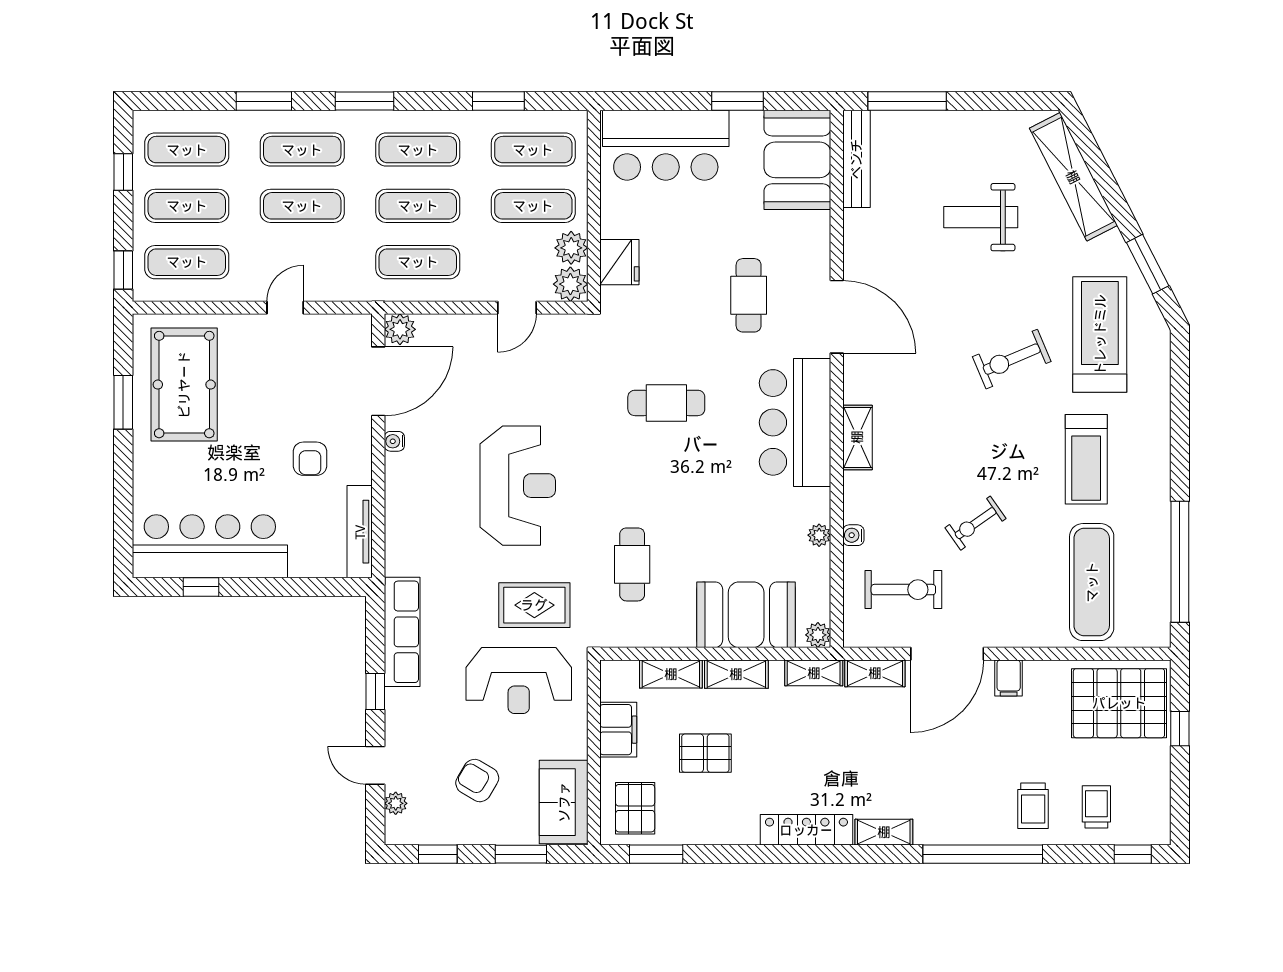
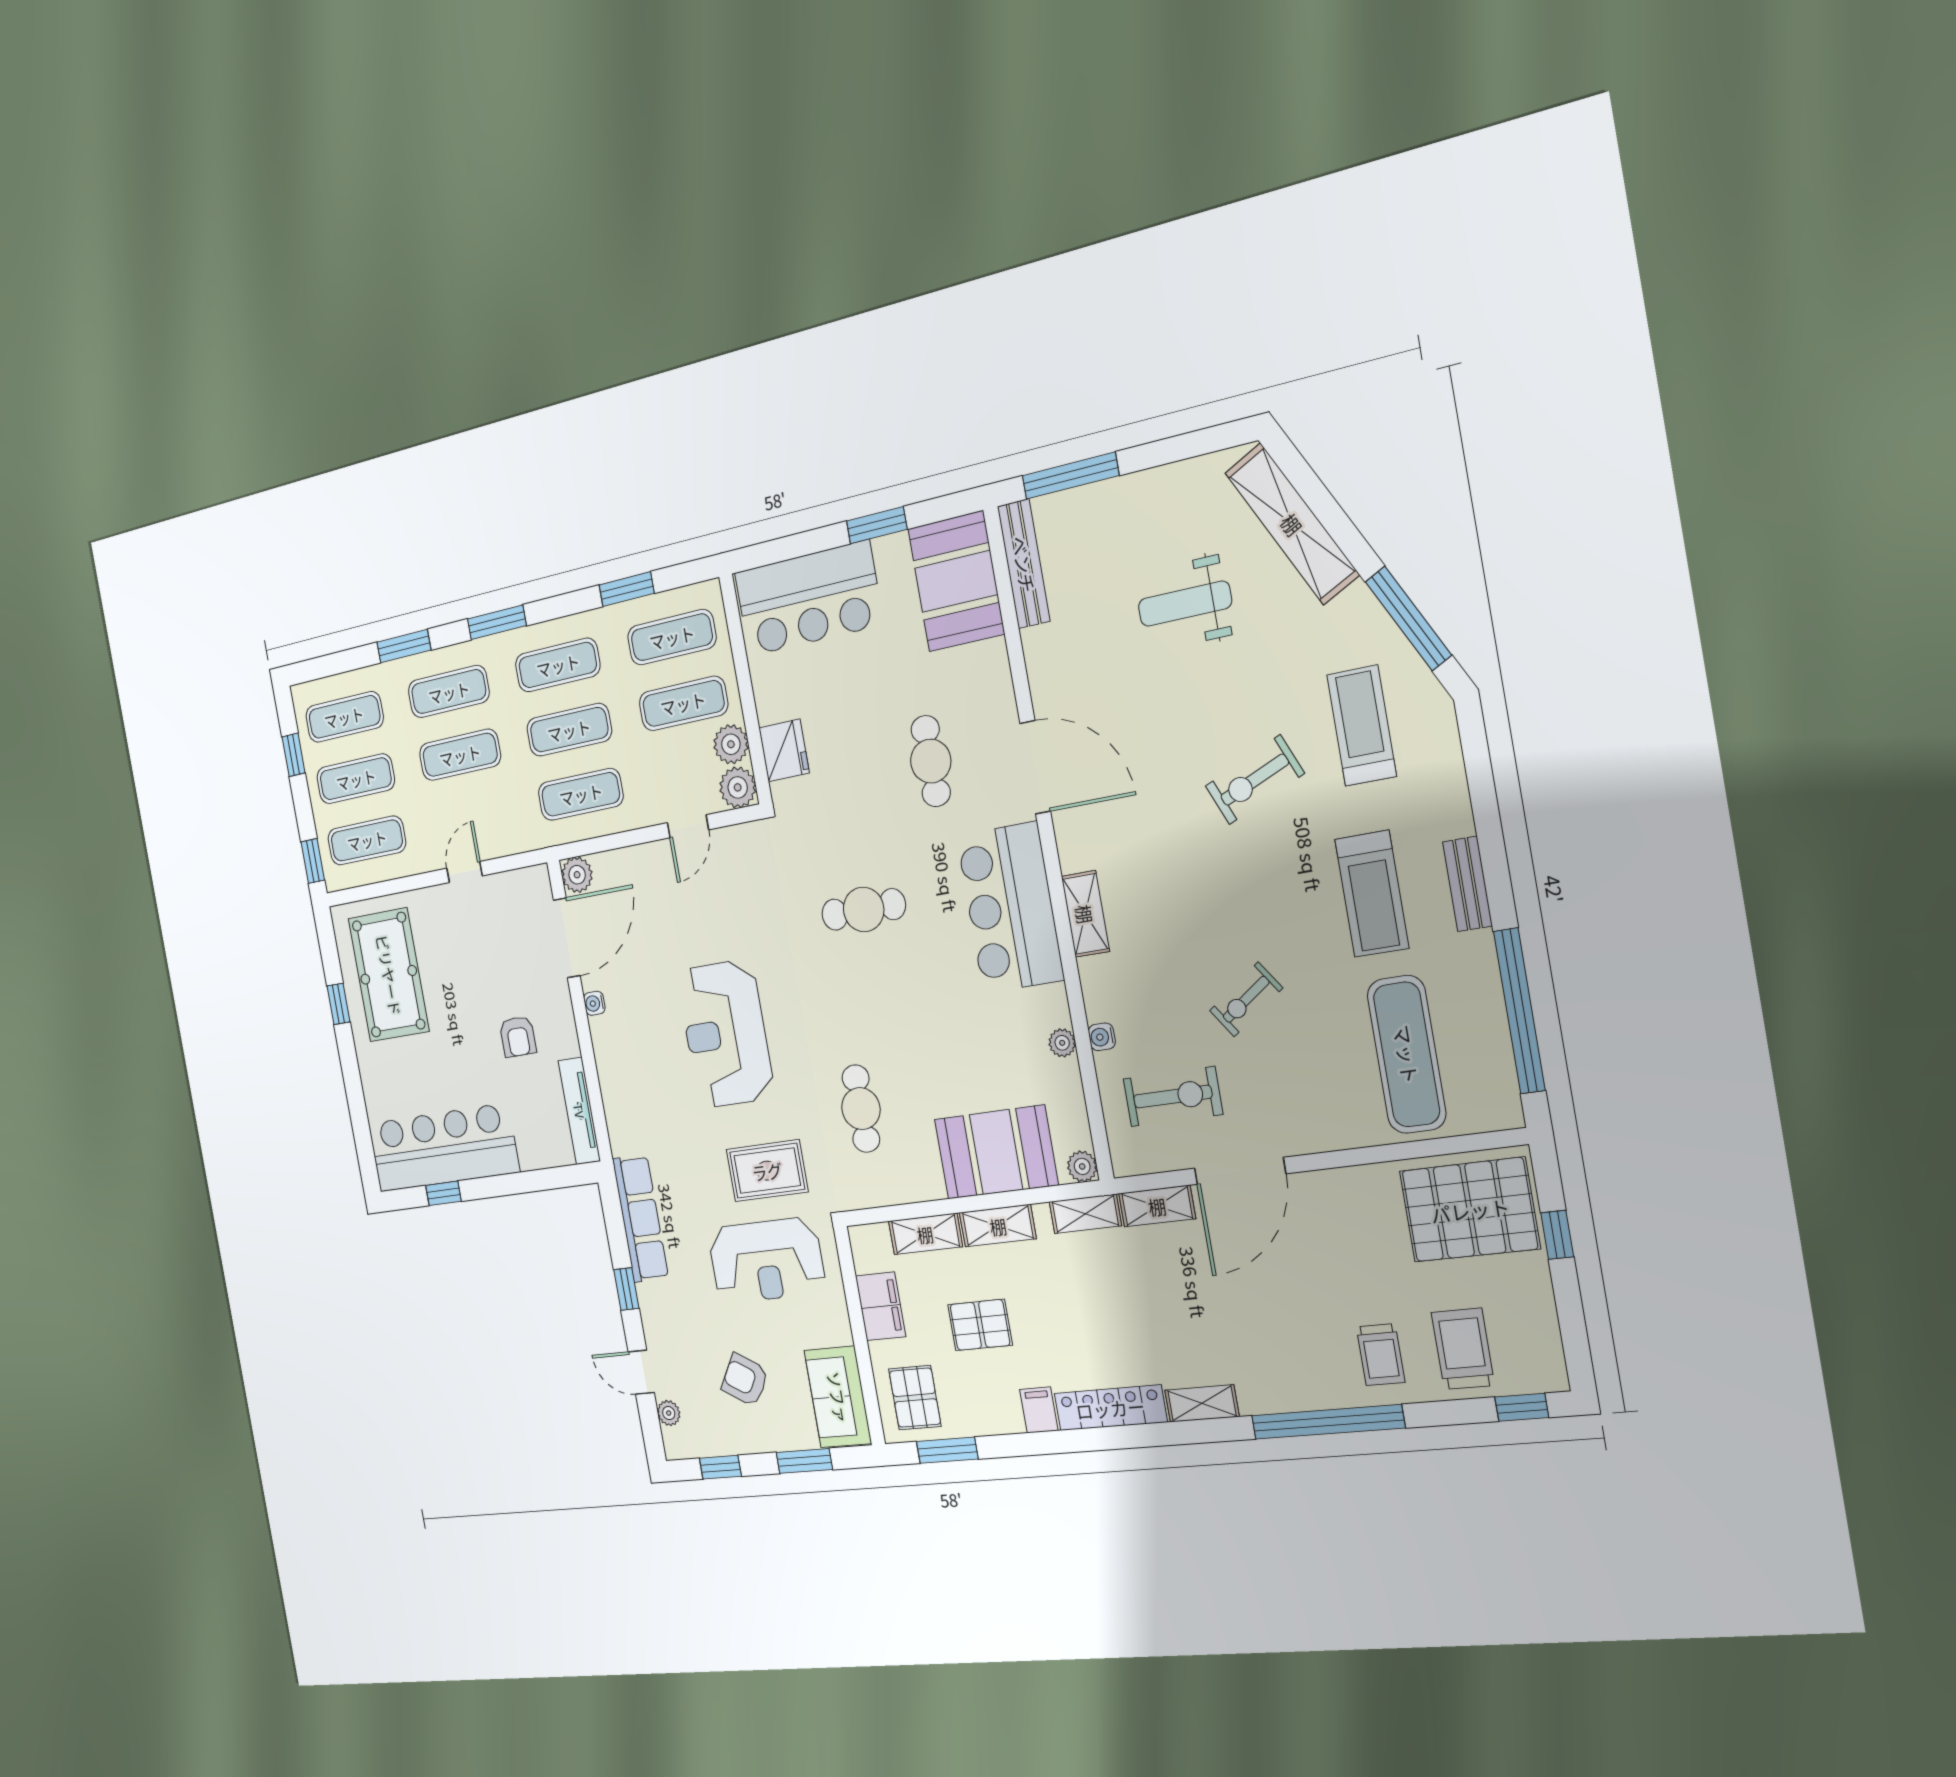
window: (1148, 264) -> (1408, 618), width x1.44
treadmill: (1100, 335) -> (1362, 726), width x0.73, depth x0.73
window: (123, 402) -> (339, 1004), width x0.67
bench: (1158, 464) -> (1468, 884), added
reception desk: (518, 486) -> (725, 1034), turned 180
filing cabinet: (1009, 678) -> (1039, 1410), moved, turned 180
trolley: (1096, 807) -> (1463, 1349), width x1.36, depth x1.39

